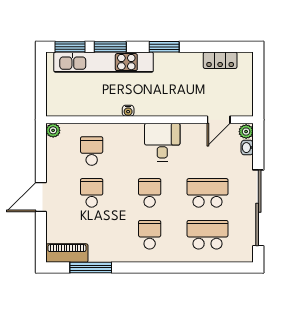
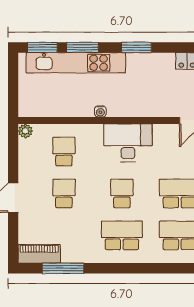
desk: (162, 142) -> (128, 143), width x1.37
school desk: (150, 235) -> (122, 235), width x1.85

